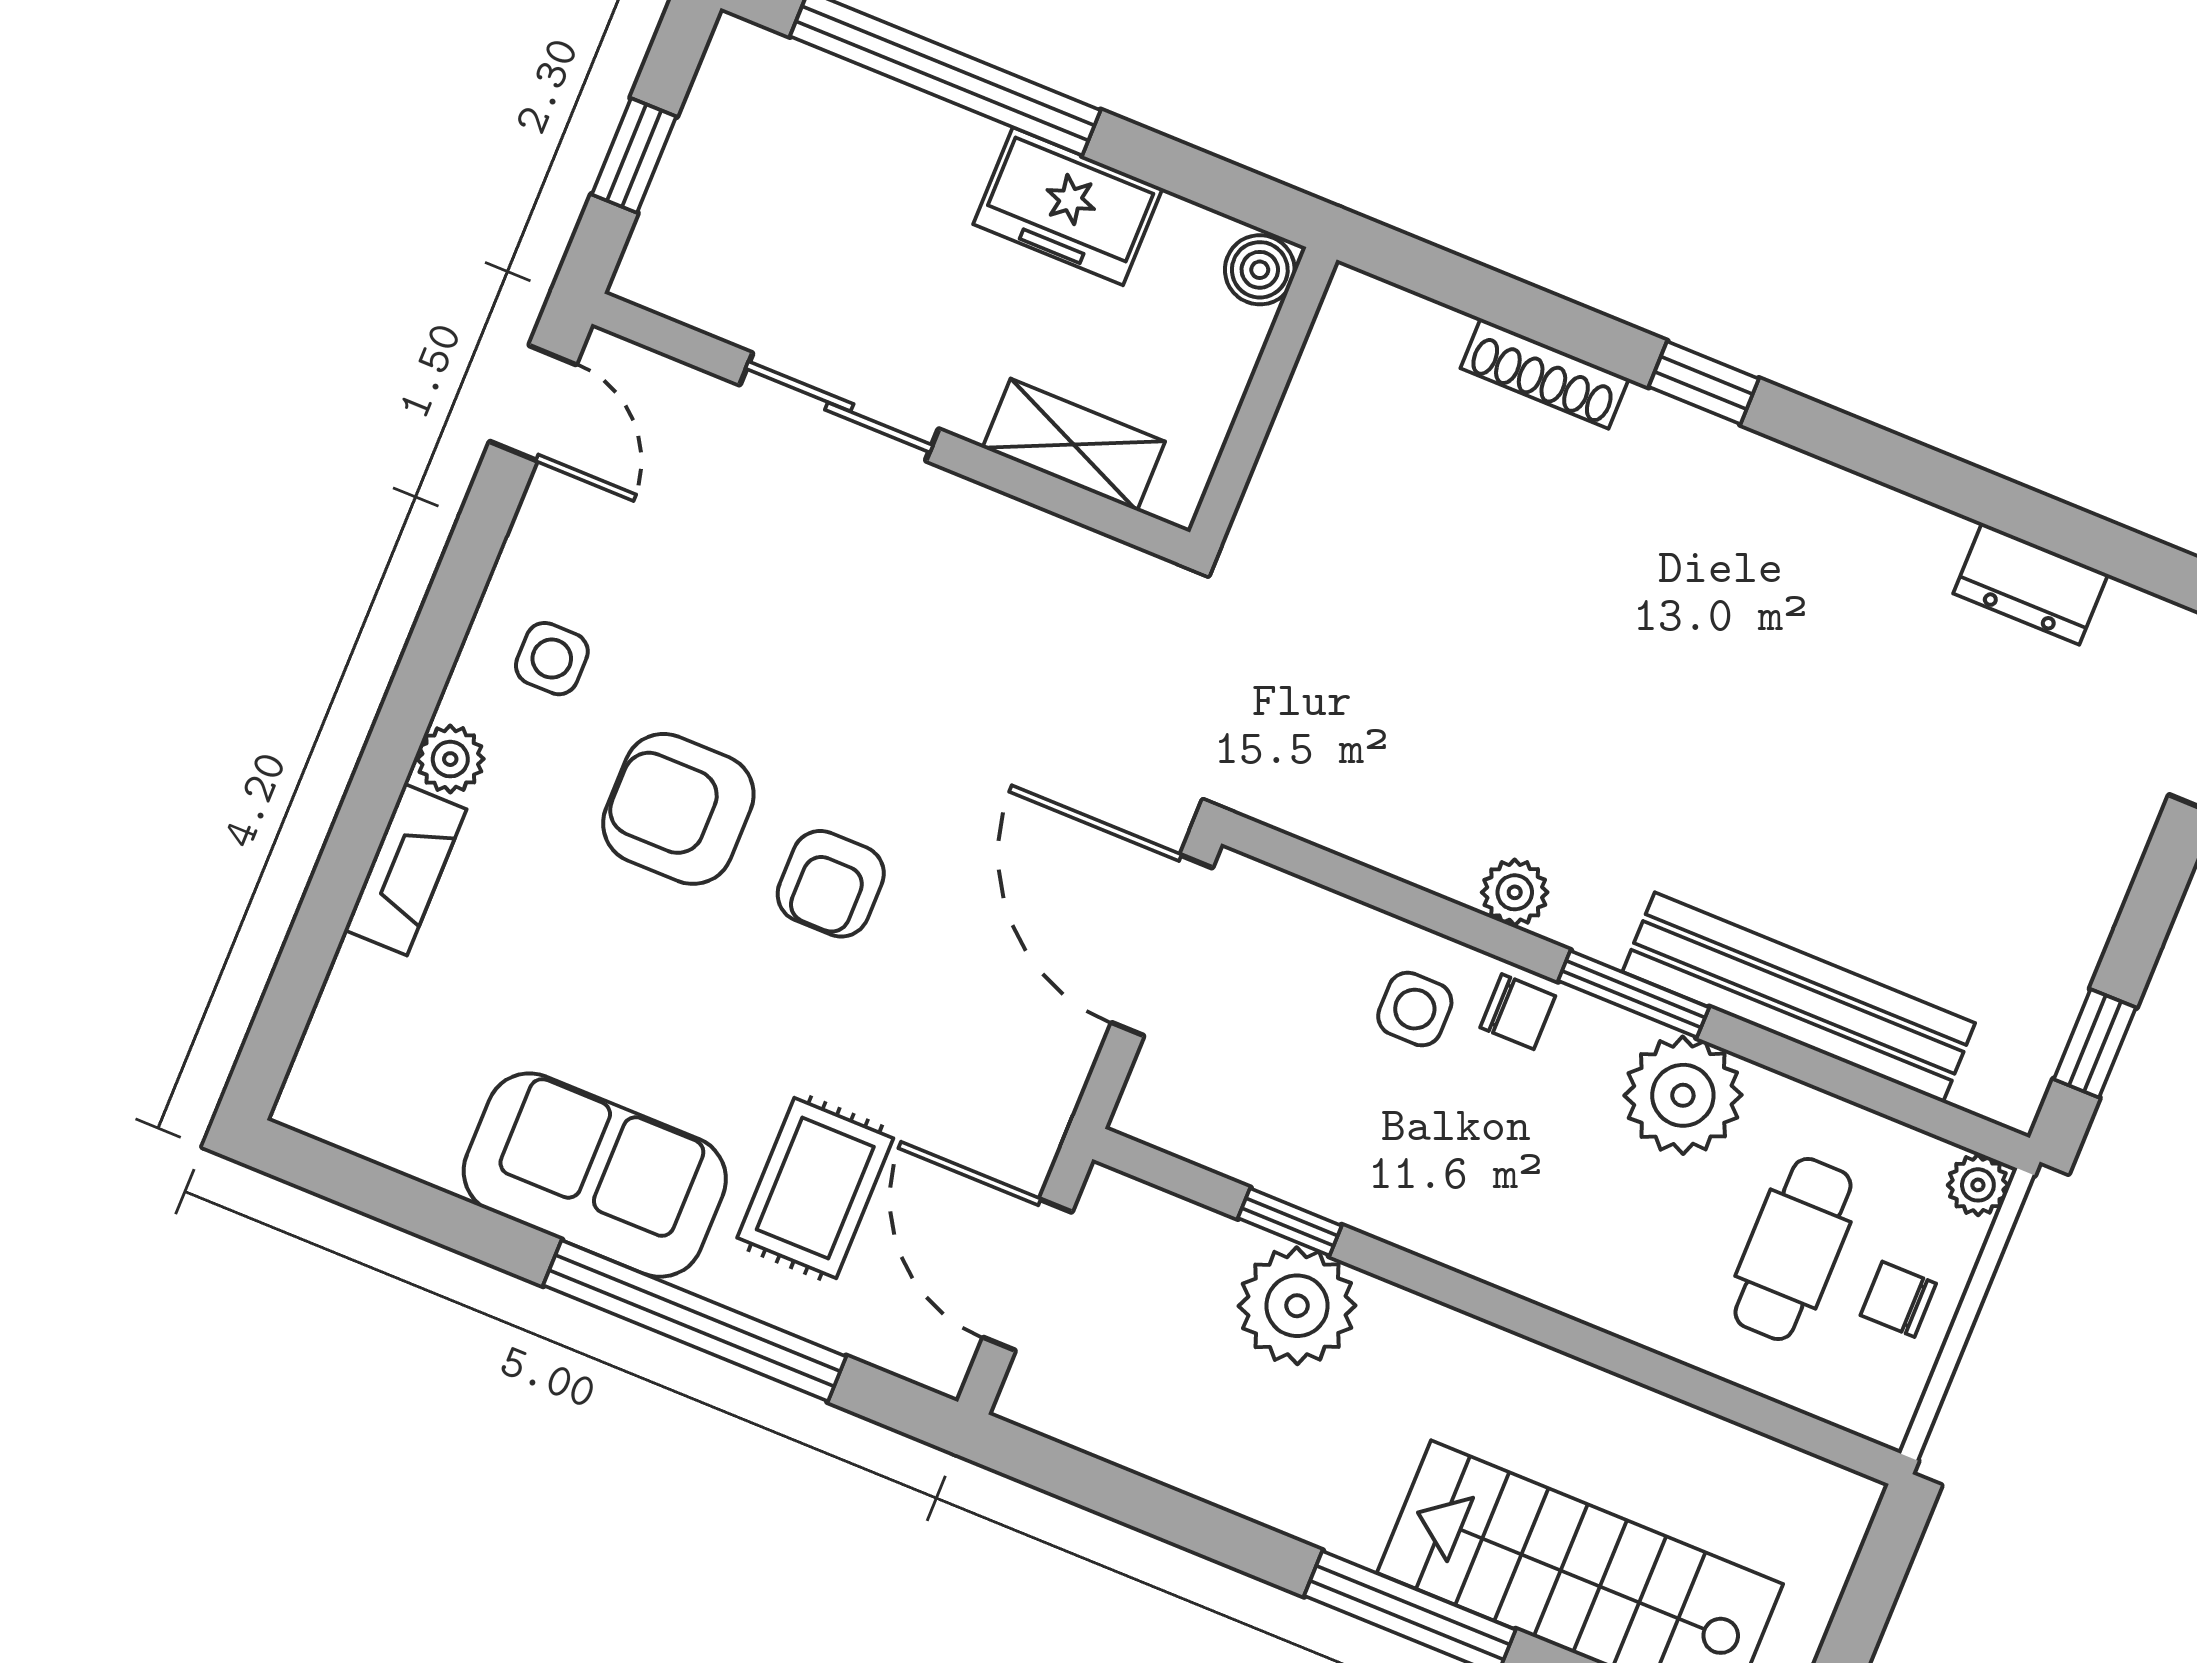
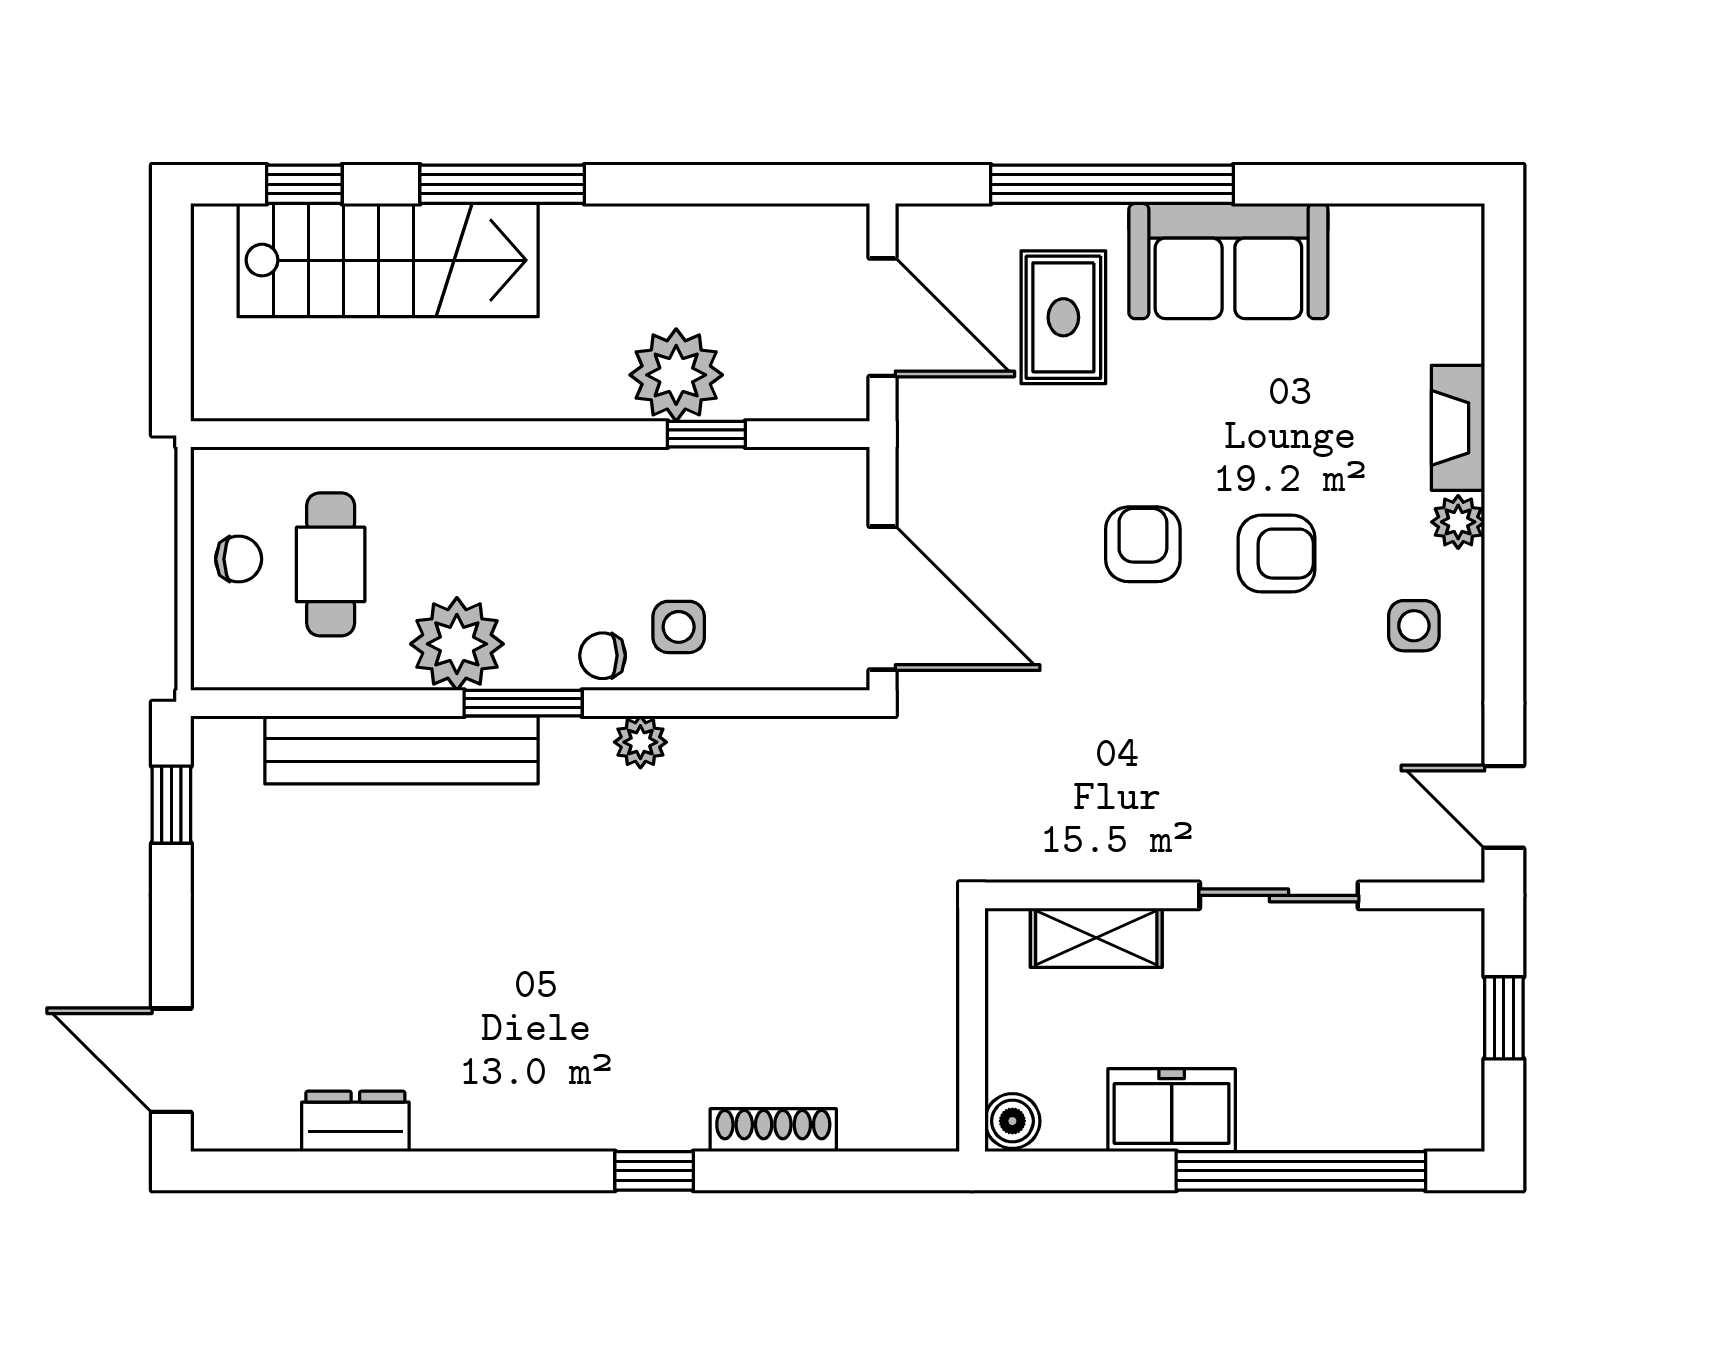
armchair: (678, 809) -> (1277, 554), width x0.72, depth x0.72
plant: (1978, 1185) -> (215, 666), removed

